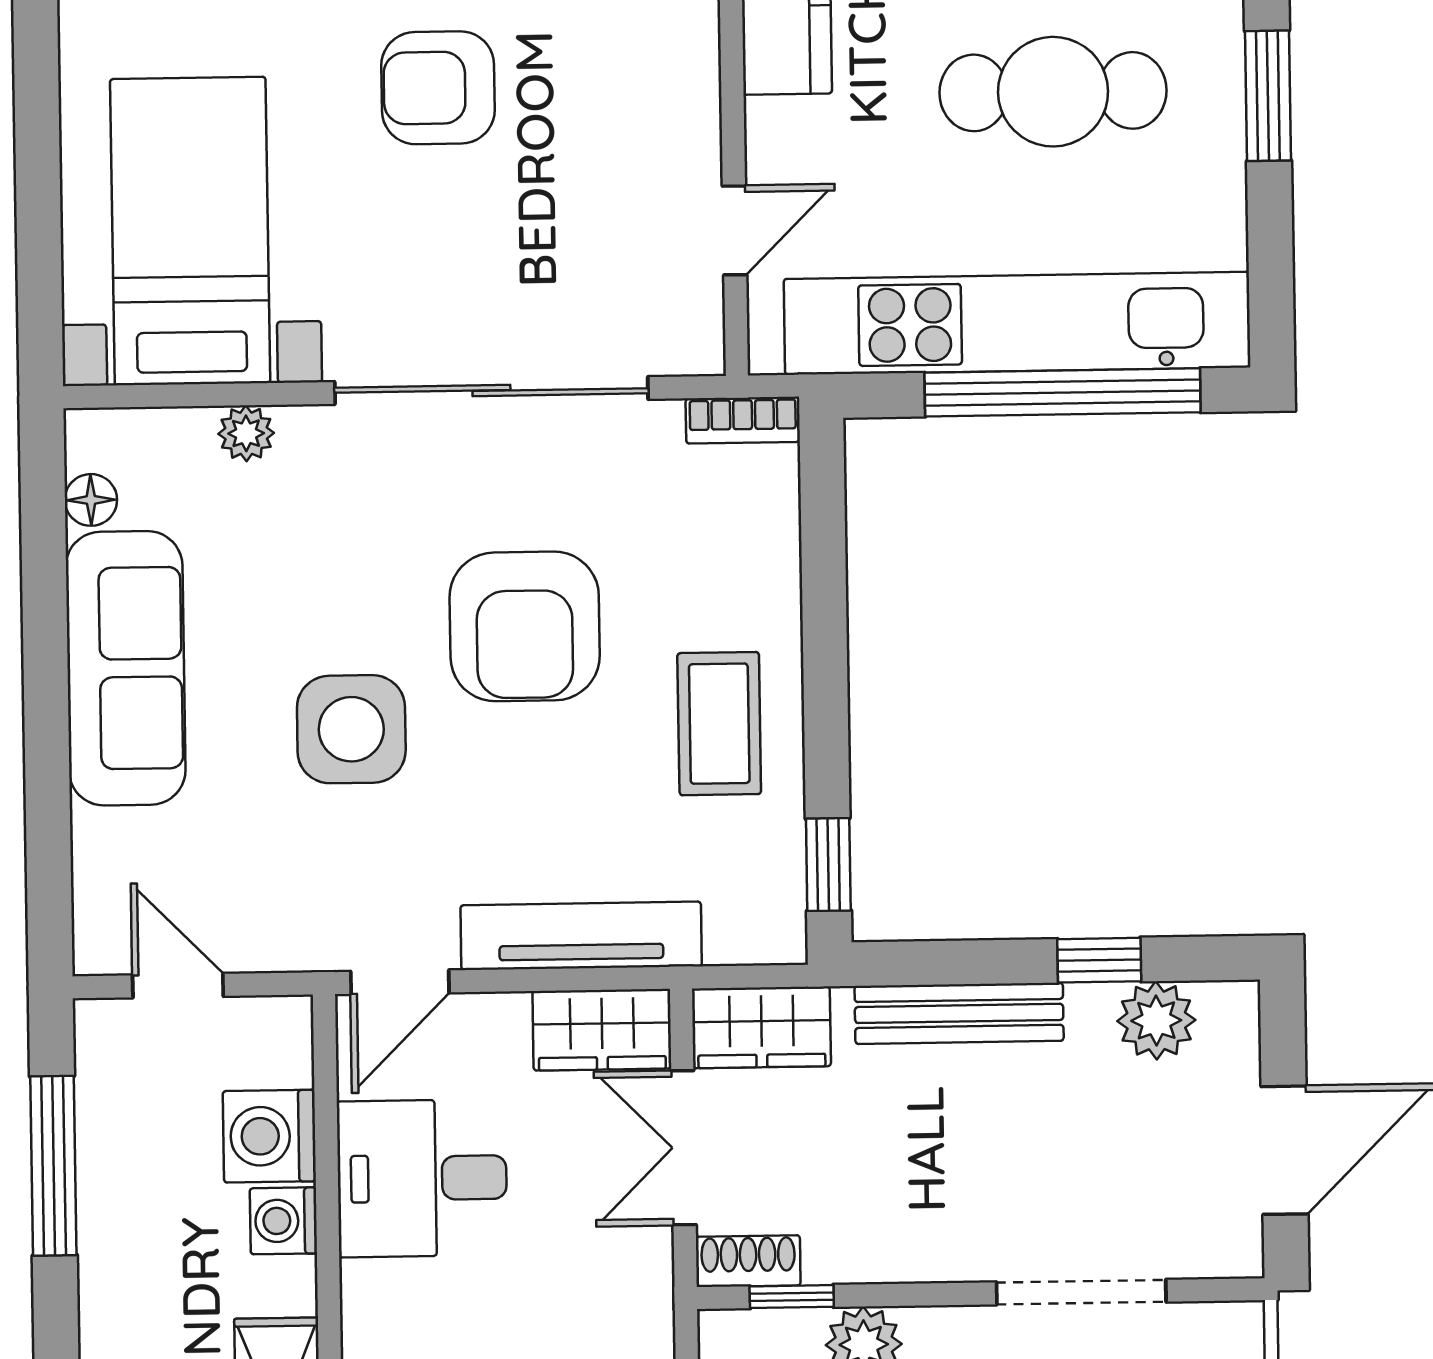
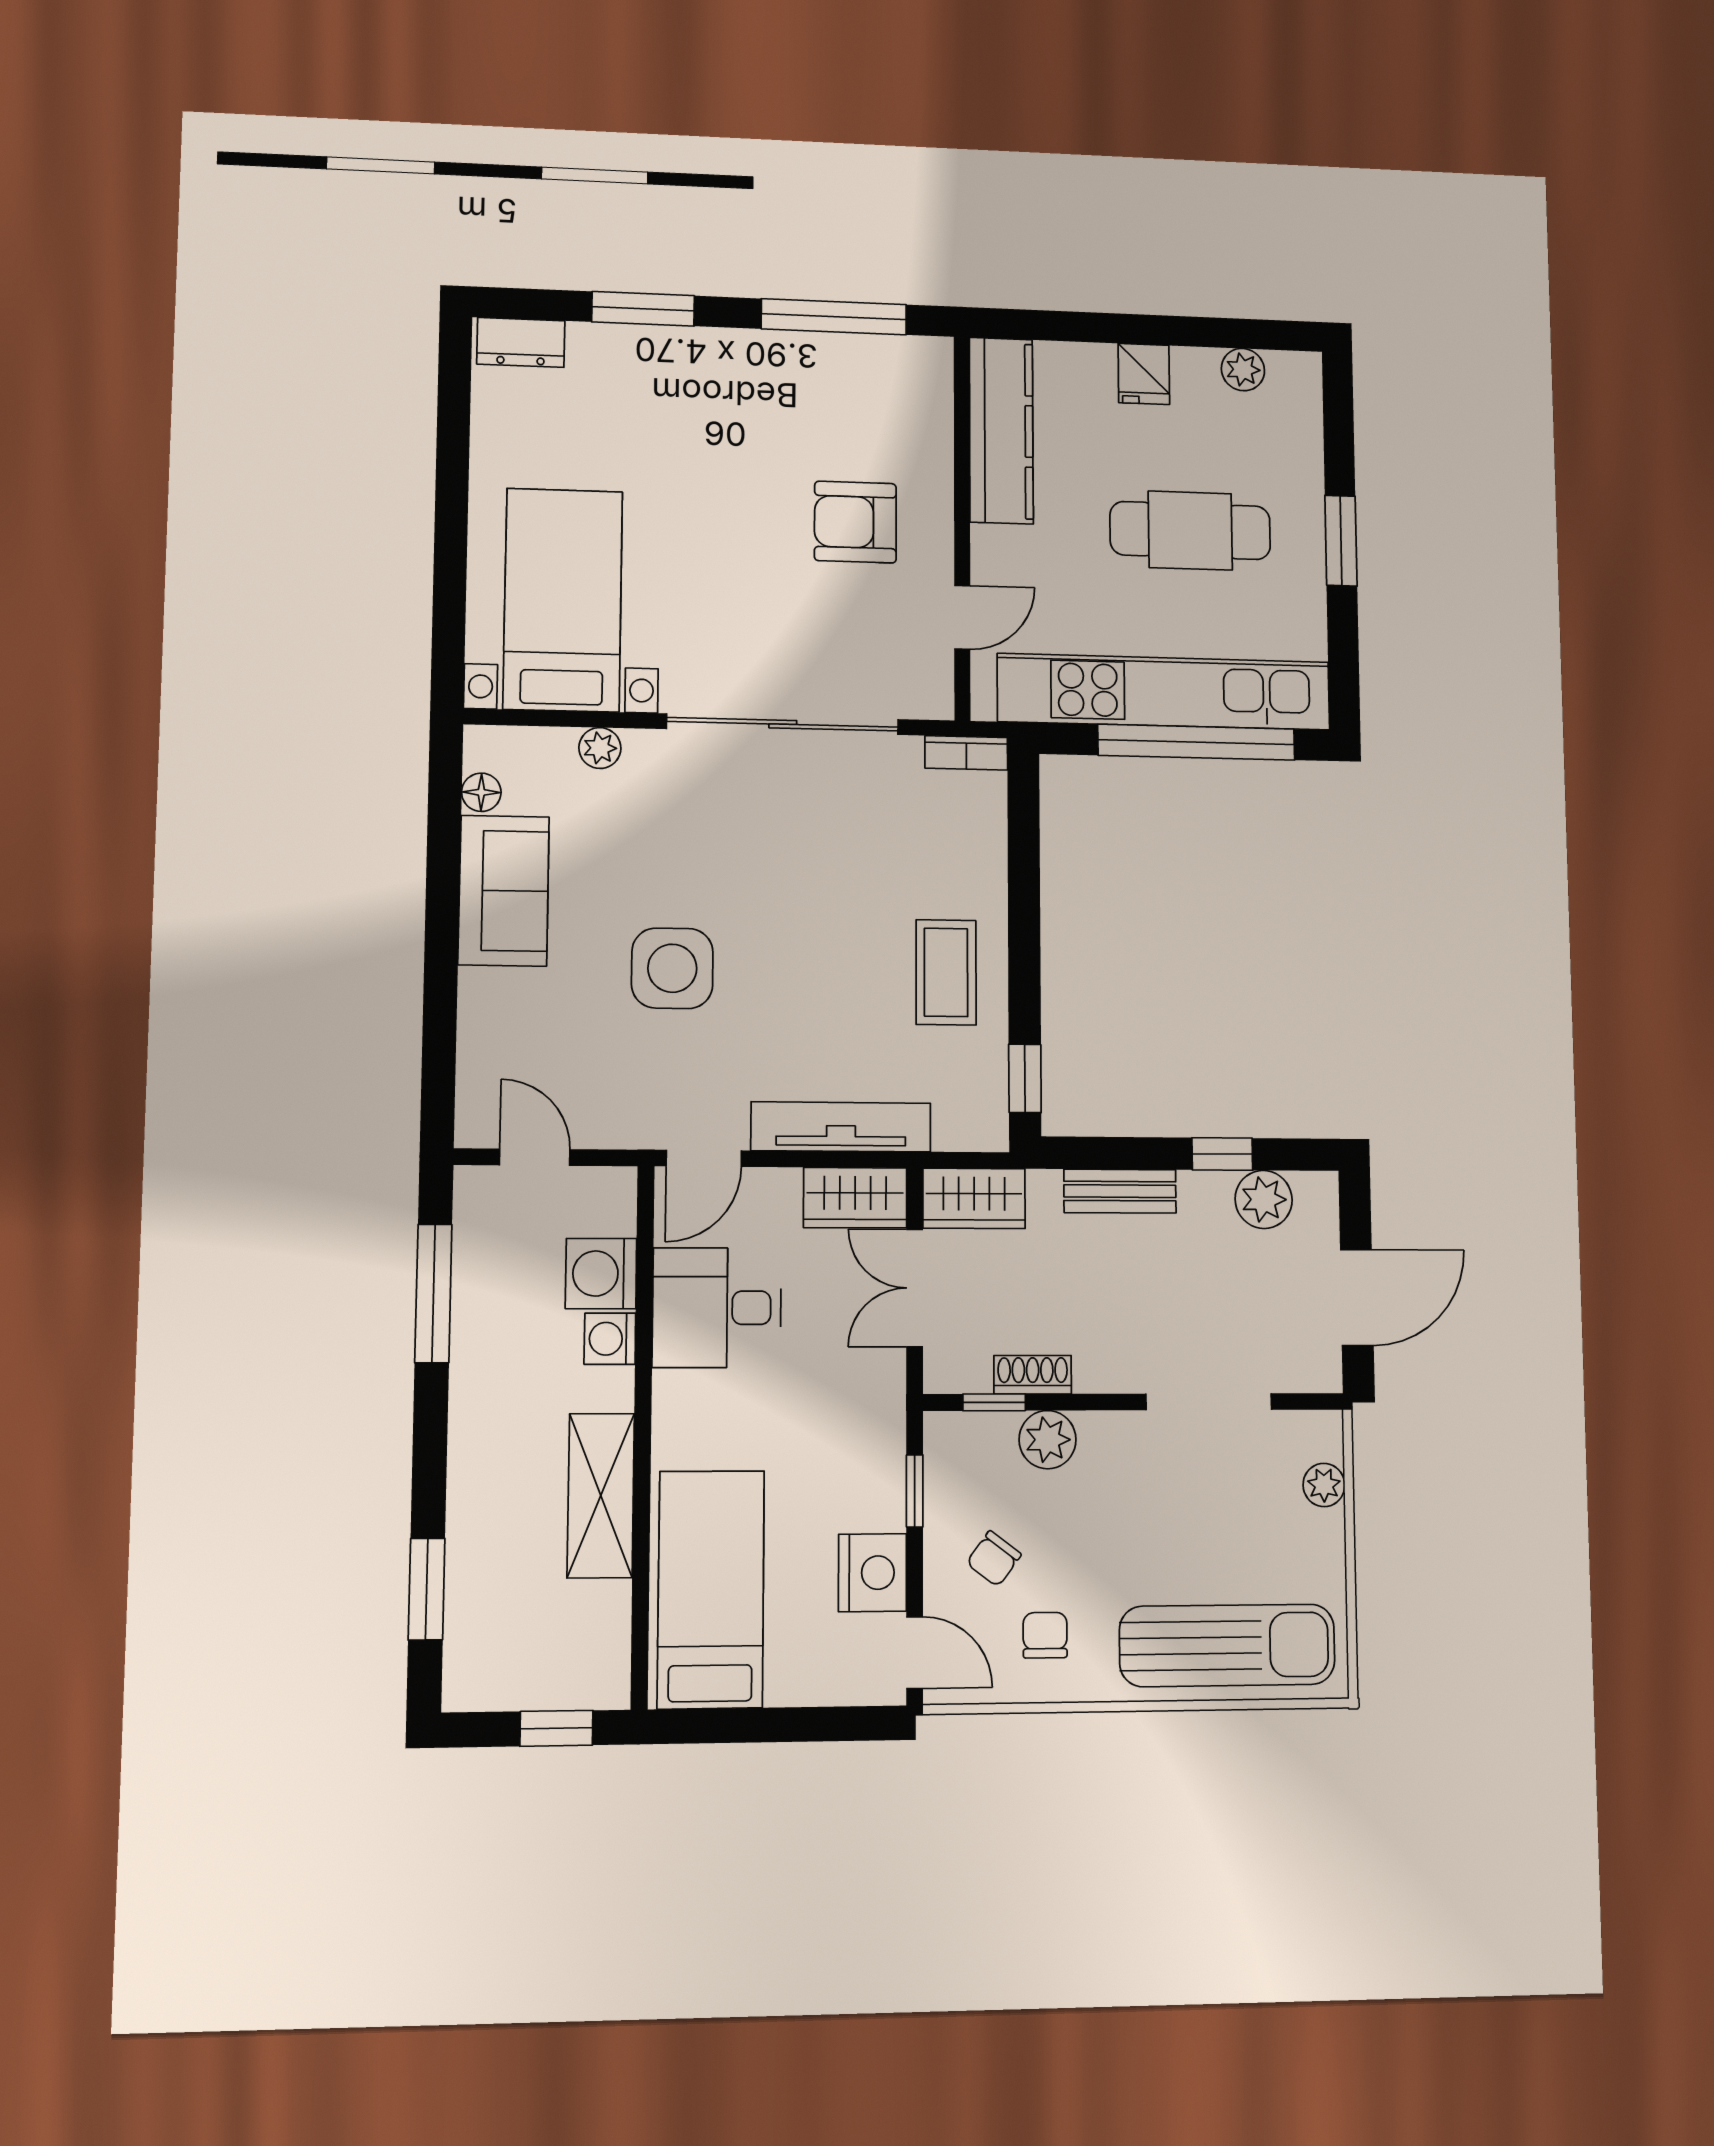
armchair: (438, 88) -> (855, 522), moved
armchair: (525, 626) -> (804, 897), removed
sofa: (126, 668) -> (504, 891), width x0.73
bench: (959, 1013) -> (1120, 1191), width x0.73
shoe rack: (748, 1261) -> (1033, 1375), moved

